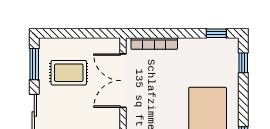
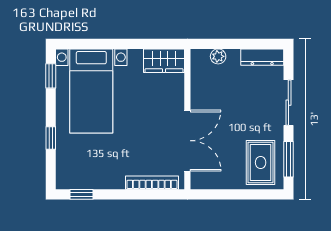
window: (243, 63) -> (51, 138), moved
rug: (69, 73) -> (261, 162), moved, turned 90

